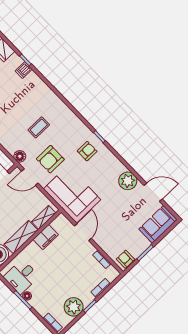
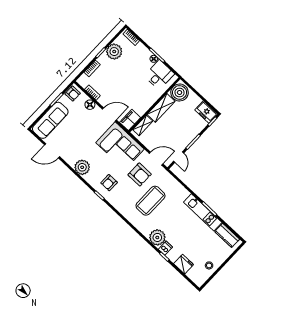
plant: (33, 83) -> (157, 237), added
coffee table: (39, 127) -> (150, 201), width x1.86, depth x1.72
floor lamp: (20, 156) -> (90, 105), moved
armchair: (50, 159) -> (140, 174), turned 90
plant: (128, 181) -> (82, 167), moved
sofa: (158, 224) -> (50, 120), width x1.36
door: (83, 232) -> (109, 115), swing flipped
filing cabinet: (46, 237) -> (130, 120), moved

